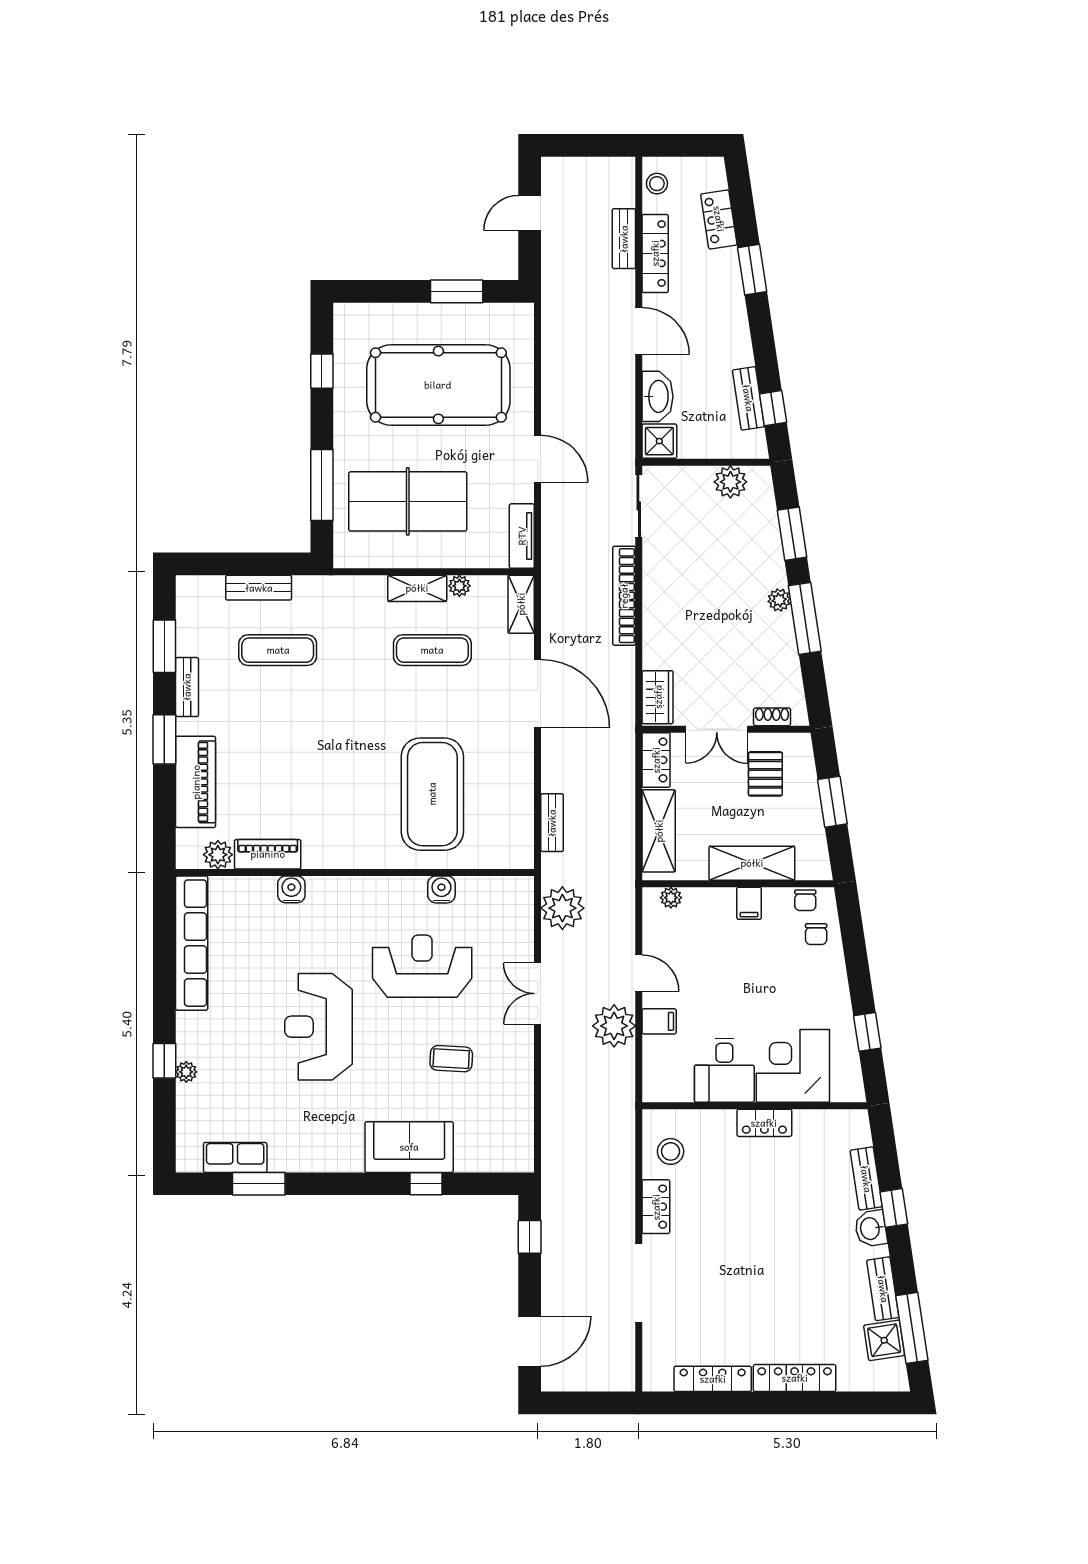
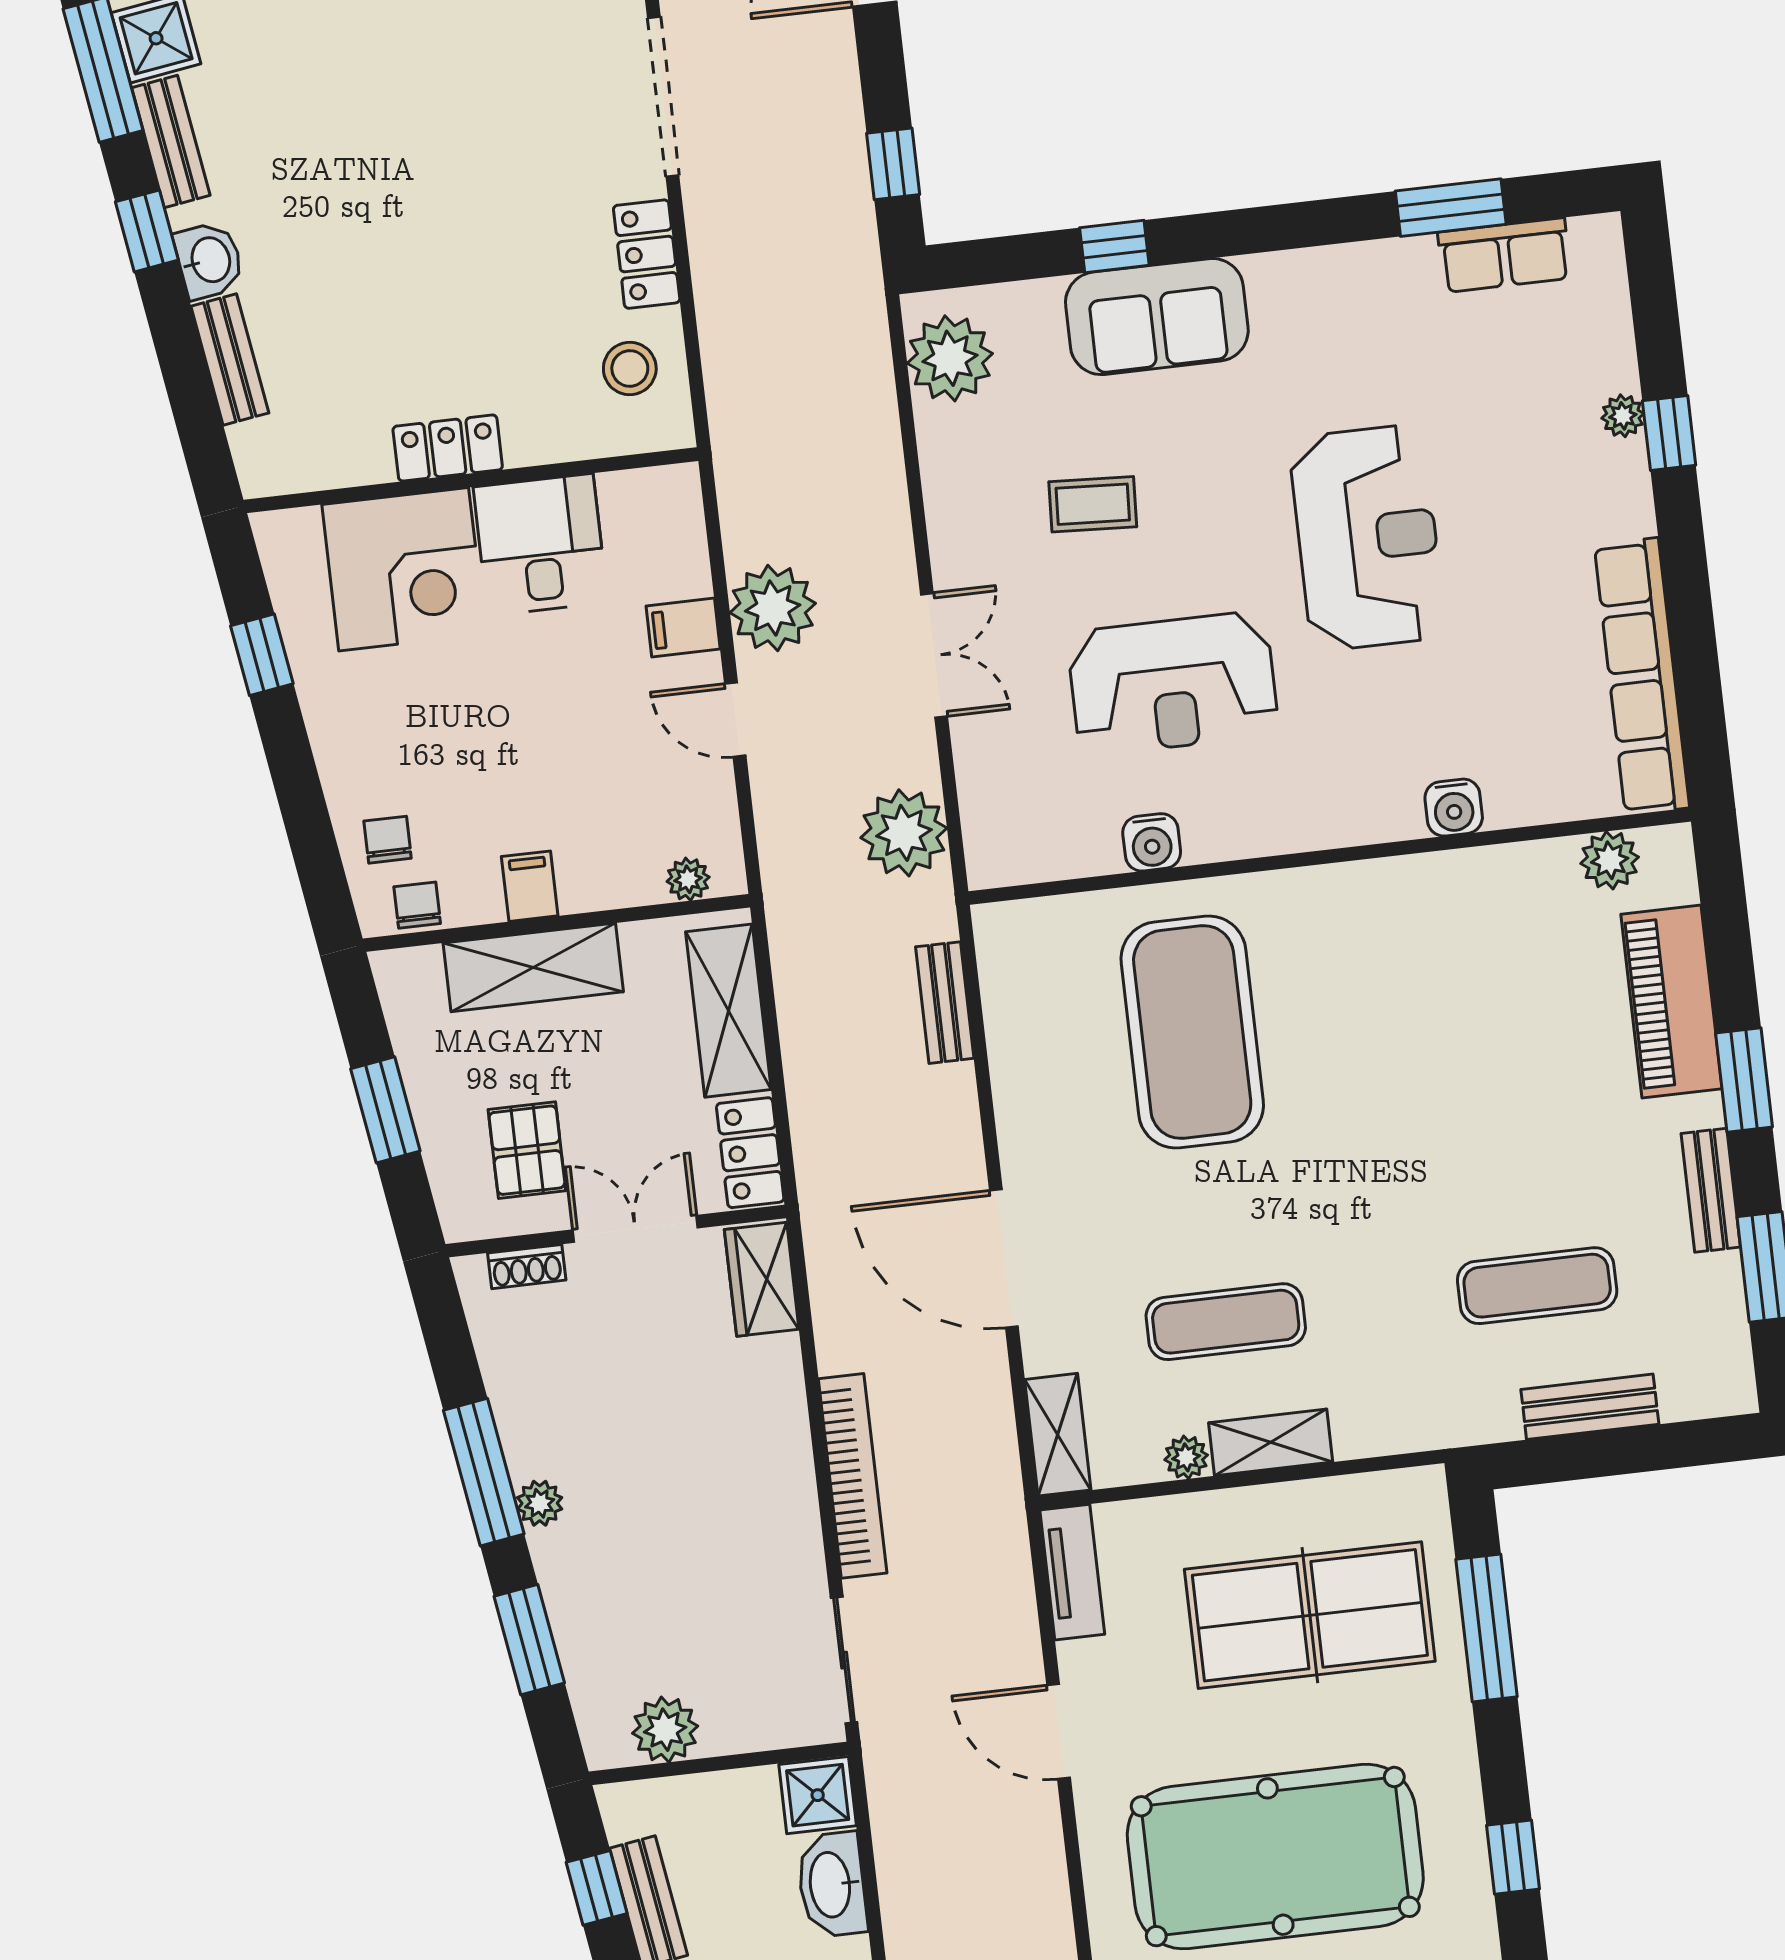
piano: (268, 854) -> (1510, 873), removed
plant: (513, 1138) -> (950, 358), added
window: (894, 1208) -> (147, 231), moved

